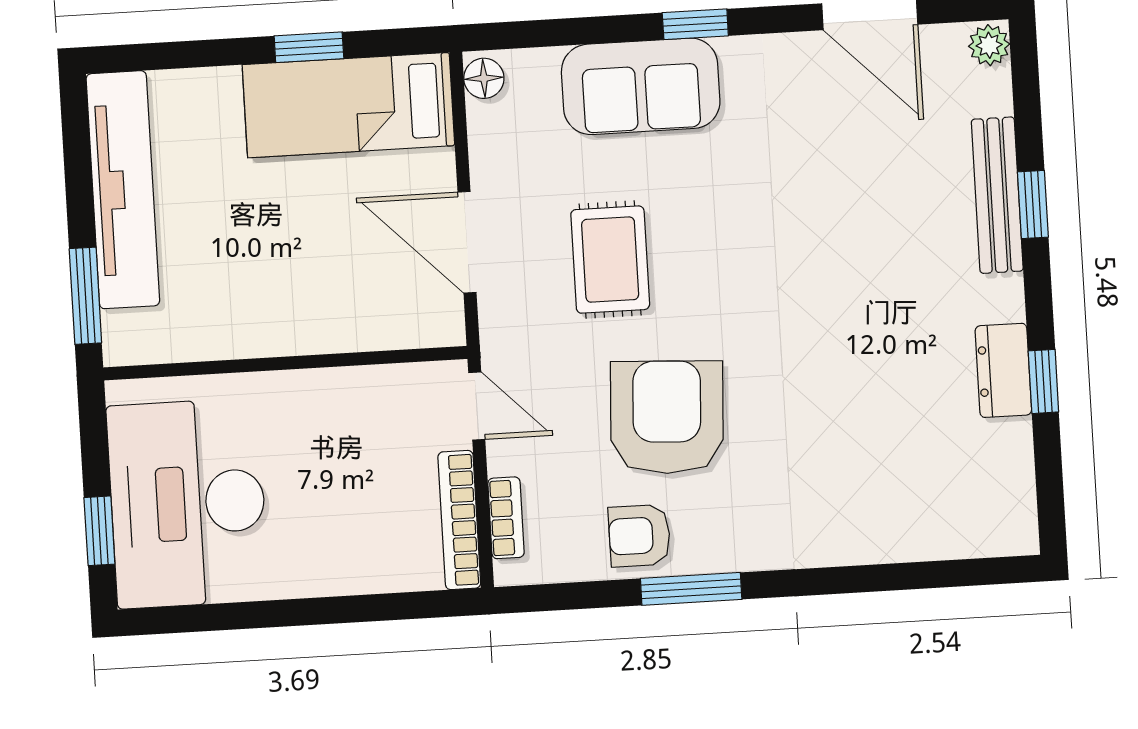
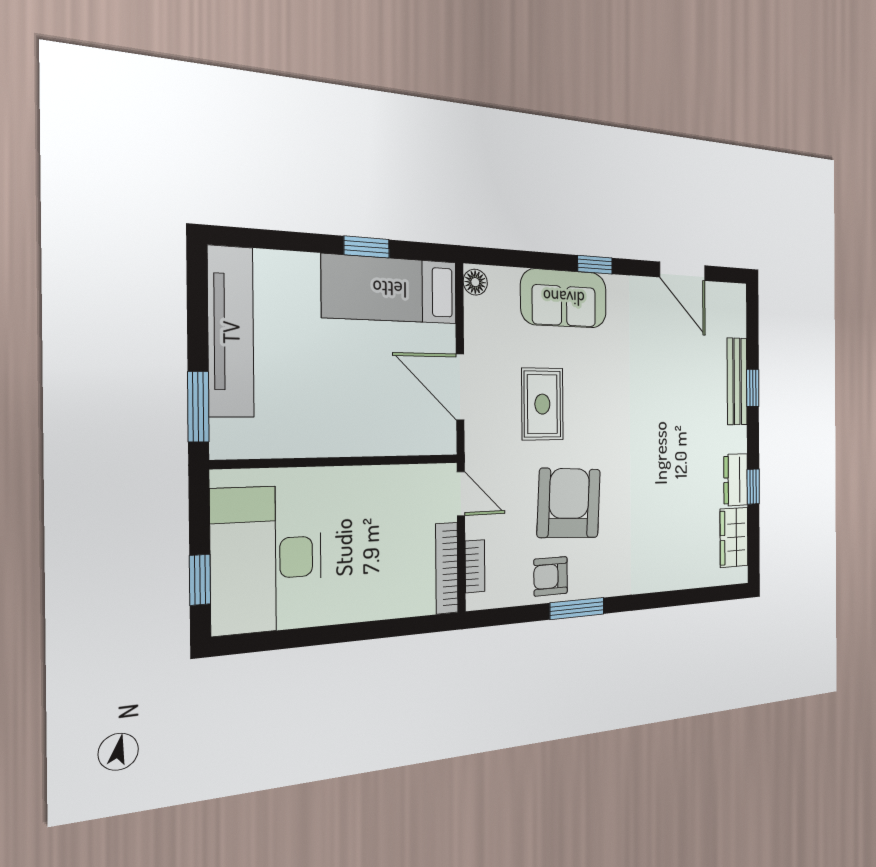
plant: (989, 45) -> (737, 297), removed
wardrobe: (1005, 473) -> (734, 537), added

